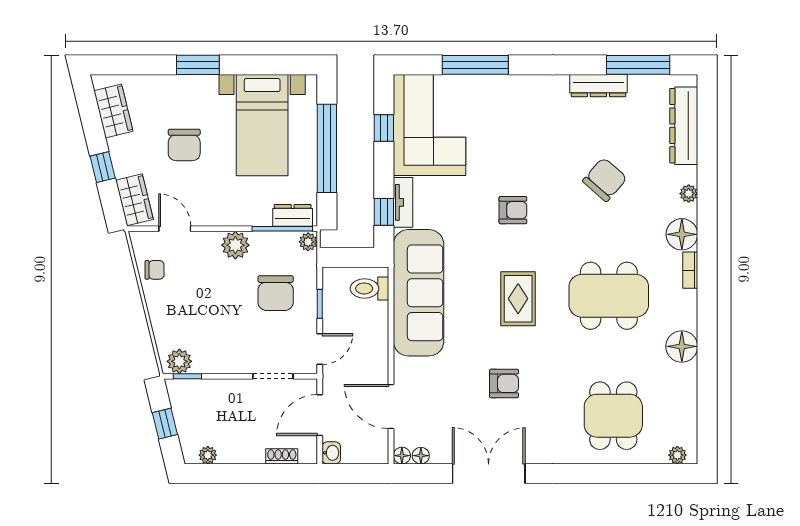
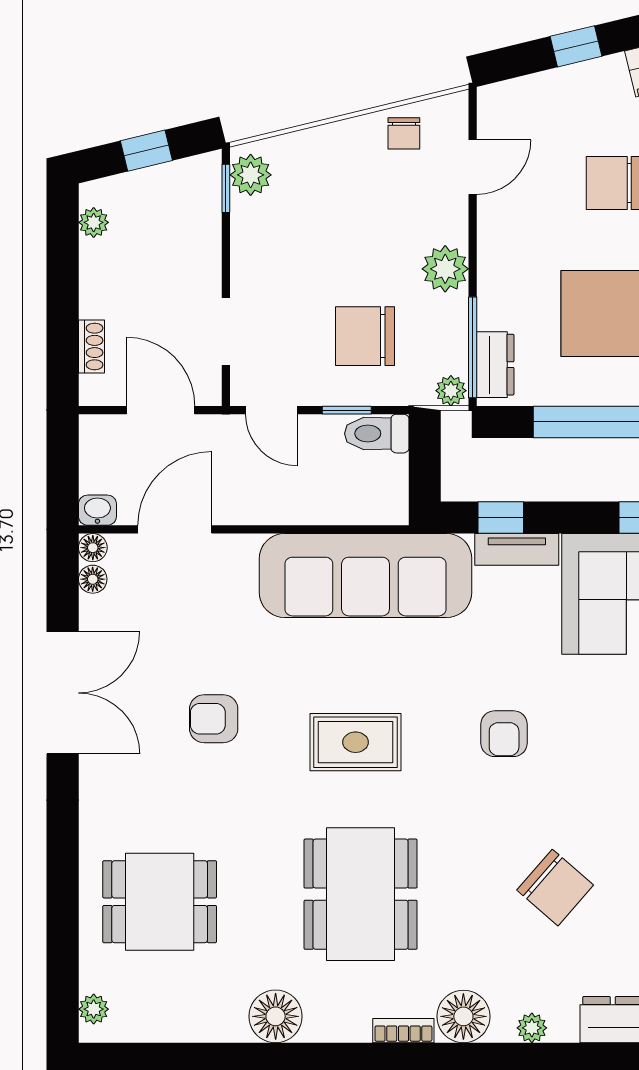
wardrobe: (134, 200) -> (521, 100), removed
toilet: (369, 288) -> (377, 434), moved, turned -90
armchair: (504, 383) -> (214, 719), turned 90
washbasin: (331, 453) -> (97, 510), moved, turned 180

